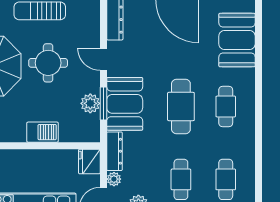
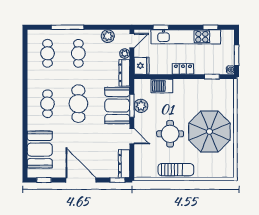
barbecue: (43, 132) -> (162, 86), moved
locker: (29, 157) -> (183, 69), added

